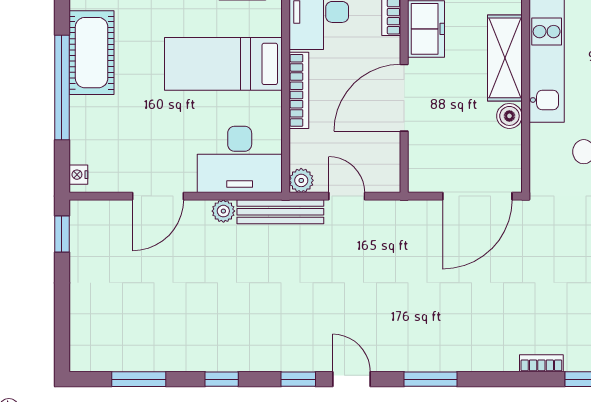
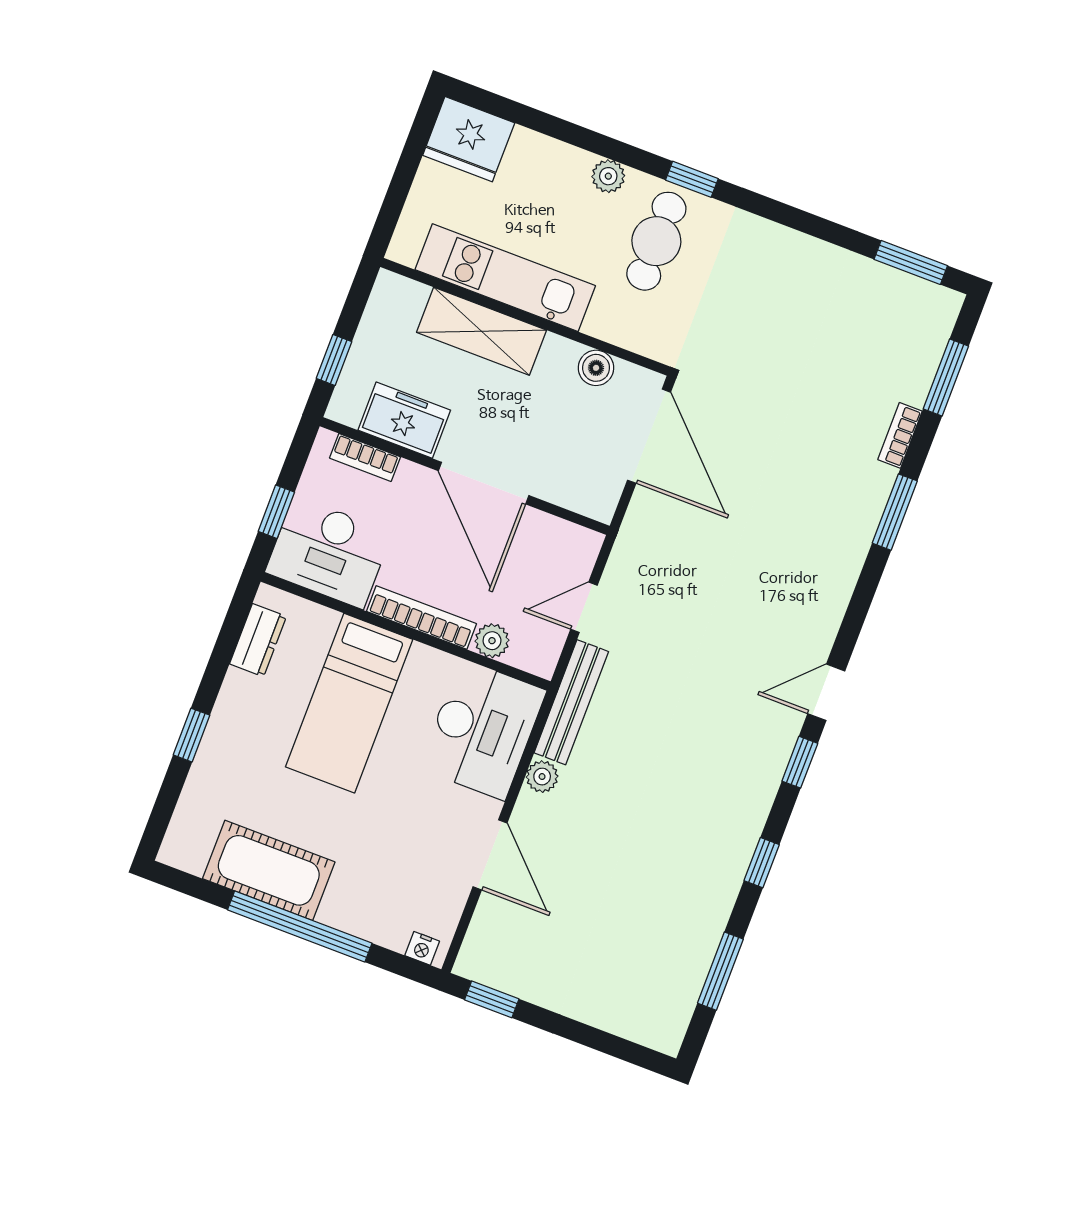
boiler: (509, 116) -> (596, 368), moved
plant: (301, 180) -> (492, 641), moved
window: (430, 379) -> (895, 512), moved

